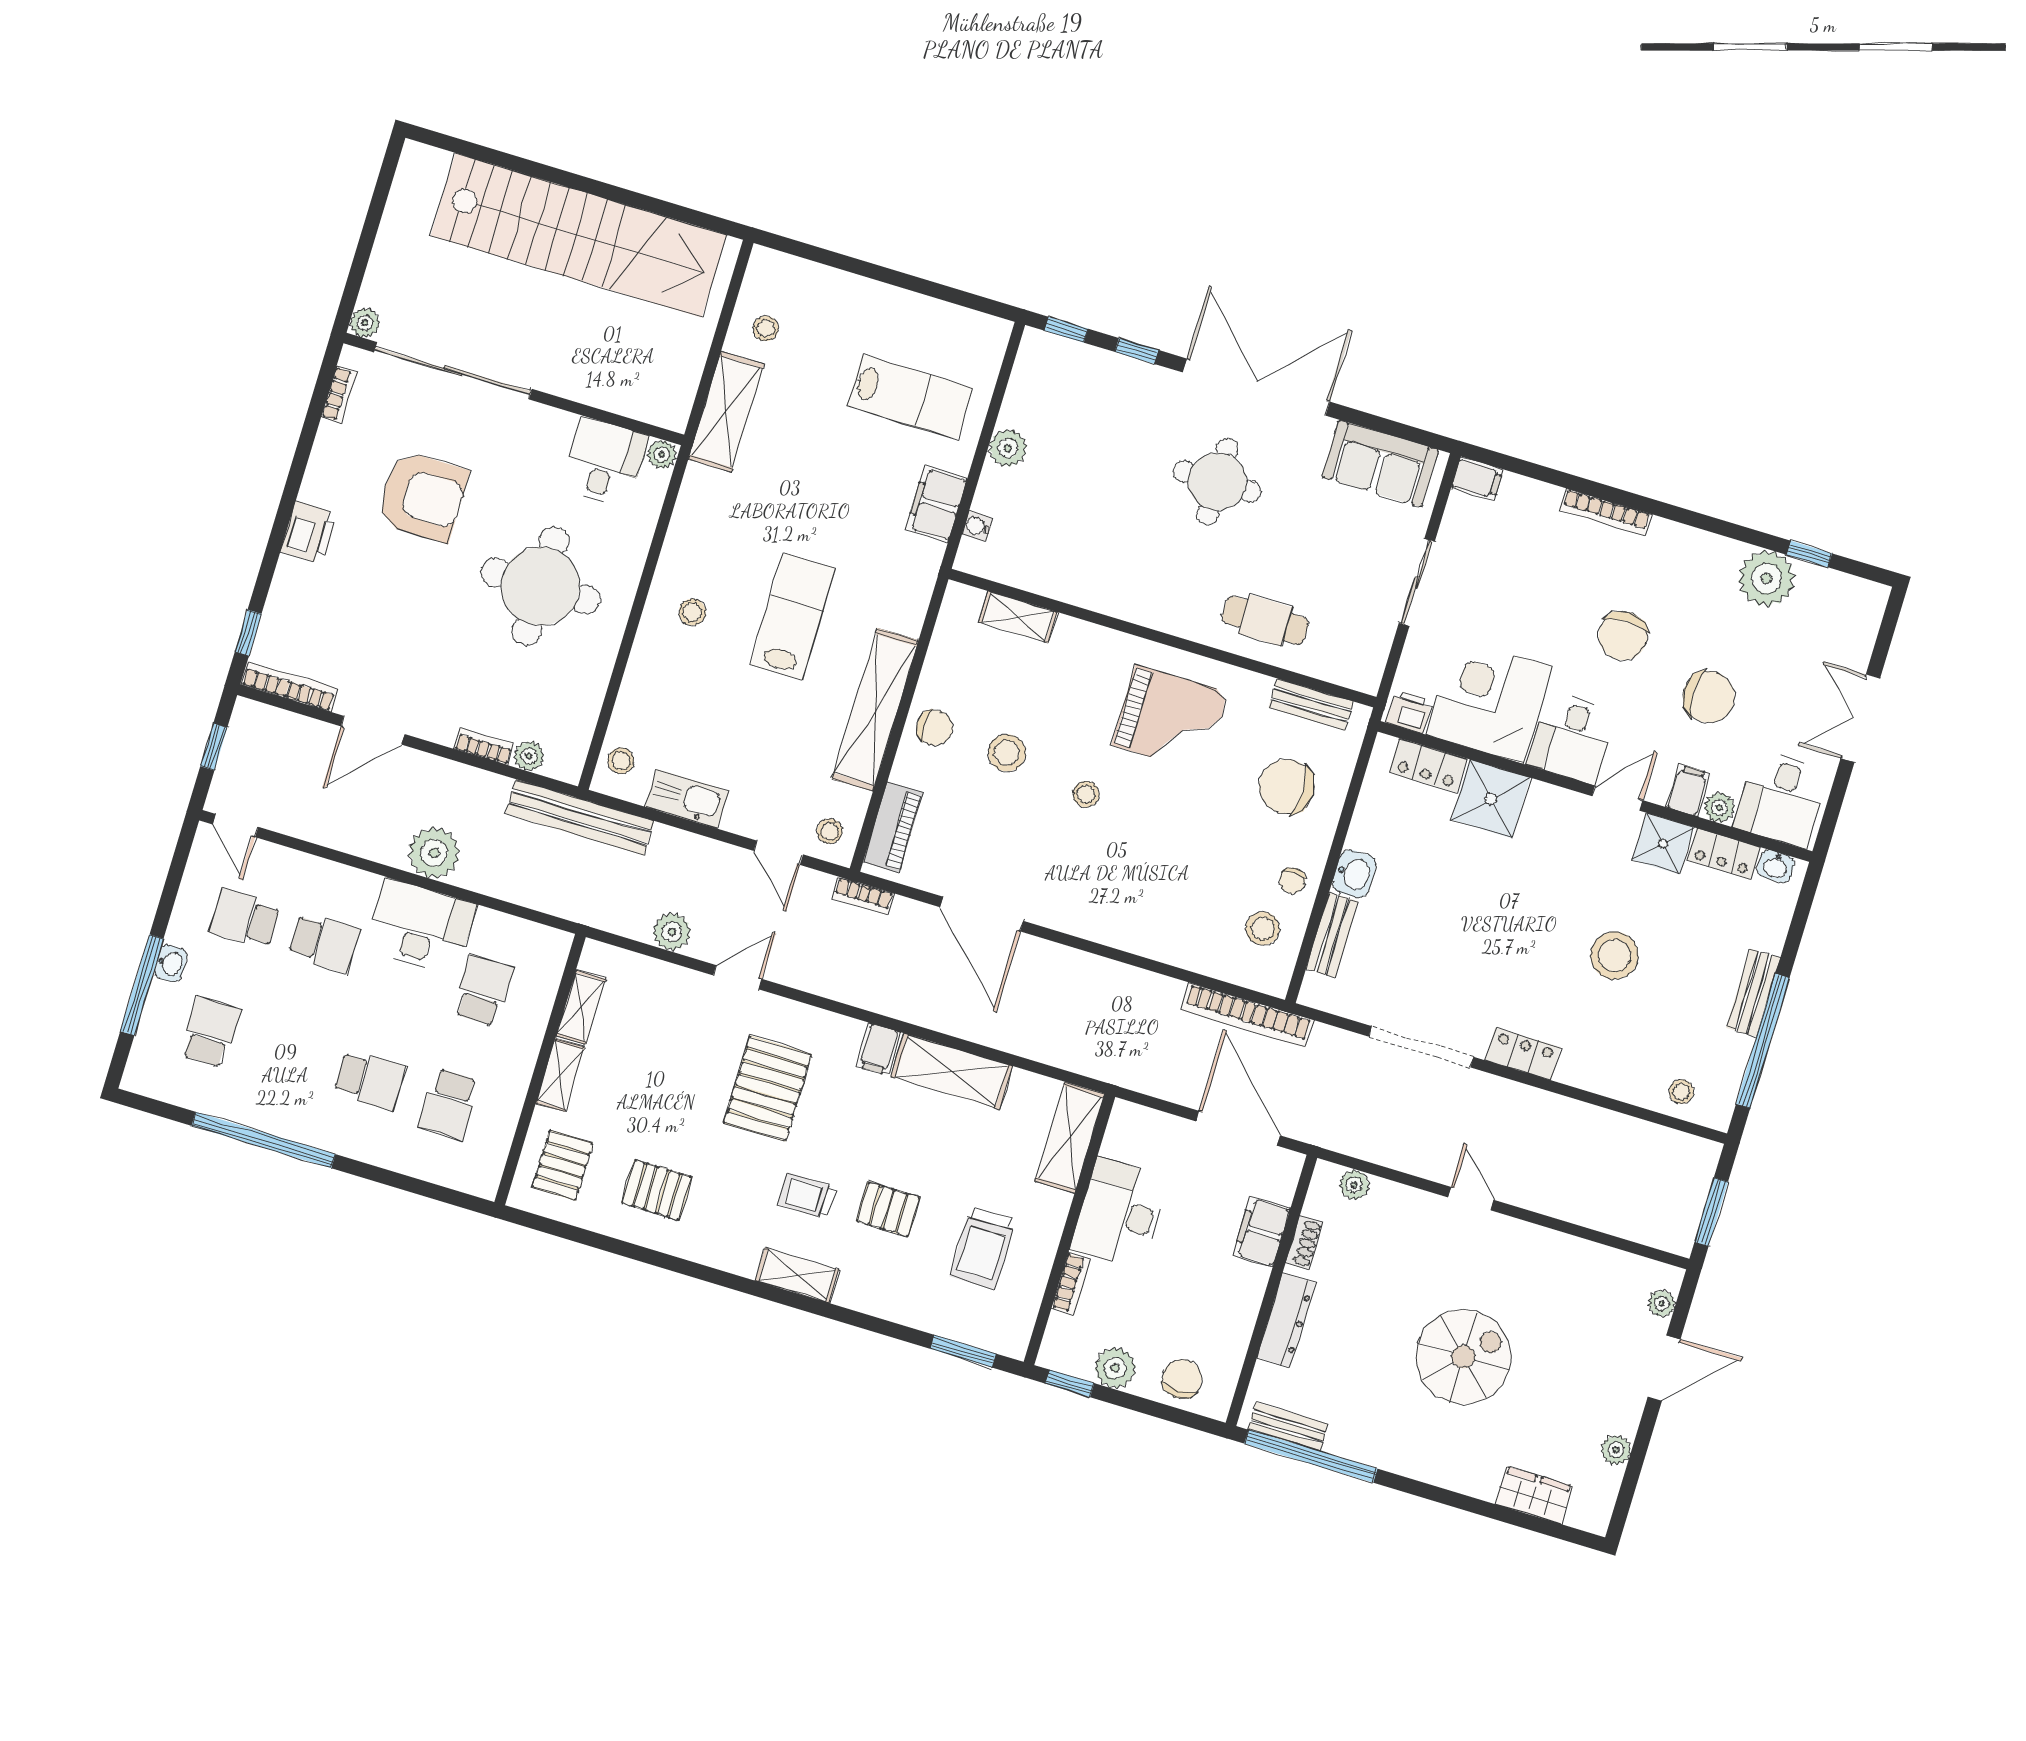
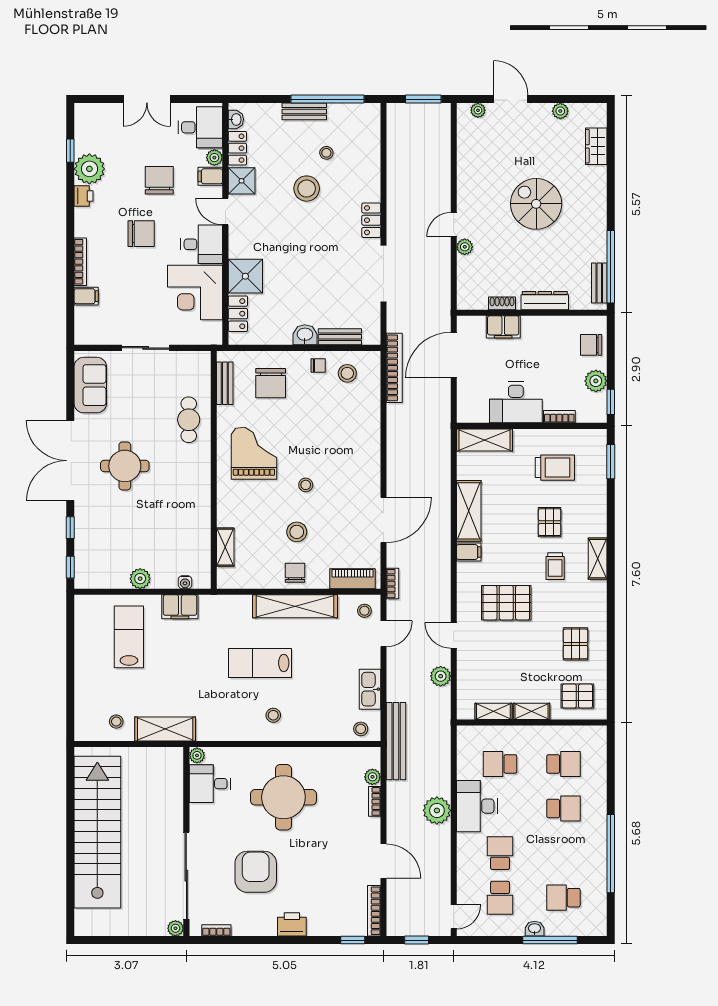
filing cabinet: (1477, 479) -> (86, 296), moved, turned 90
printer: (1409, 711) -> (84, 196), moved, turned 180
school desk: (369, 1080) -> (563, 809), turned 90
stool: (1681, 1092) -> (326, 153), moved
plant: (1354, 1185) -> (465, 247), moved

